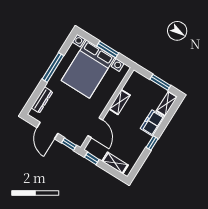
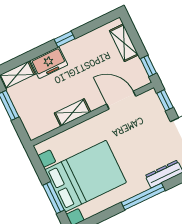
window: (108, 50) -> (53, 198), moved
window: (53, 67) -> (143, 196), moved
door: (95, 128) -> (121, 100), hinge flipped

